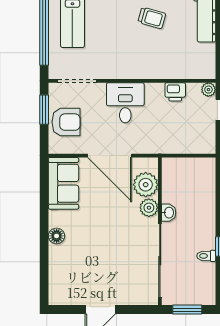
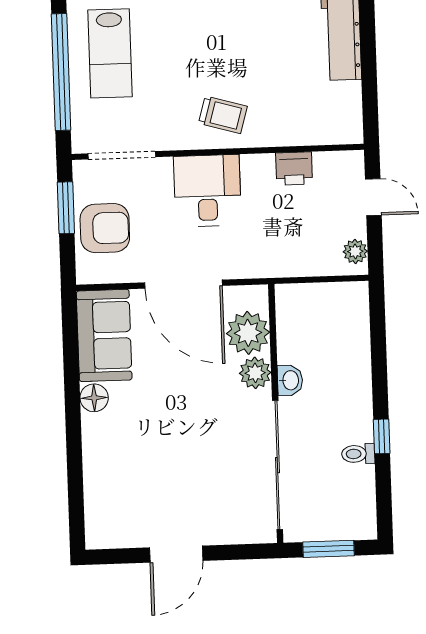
trolley: (152, 18) -> (223, 115), moved
plant: (208, 90) -> (355, 251), moved
floor lamp: (57, 236) -> (94, 398), moved

